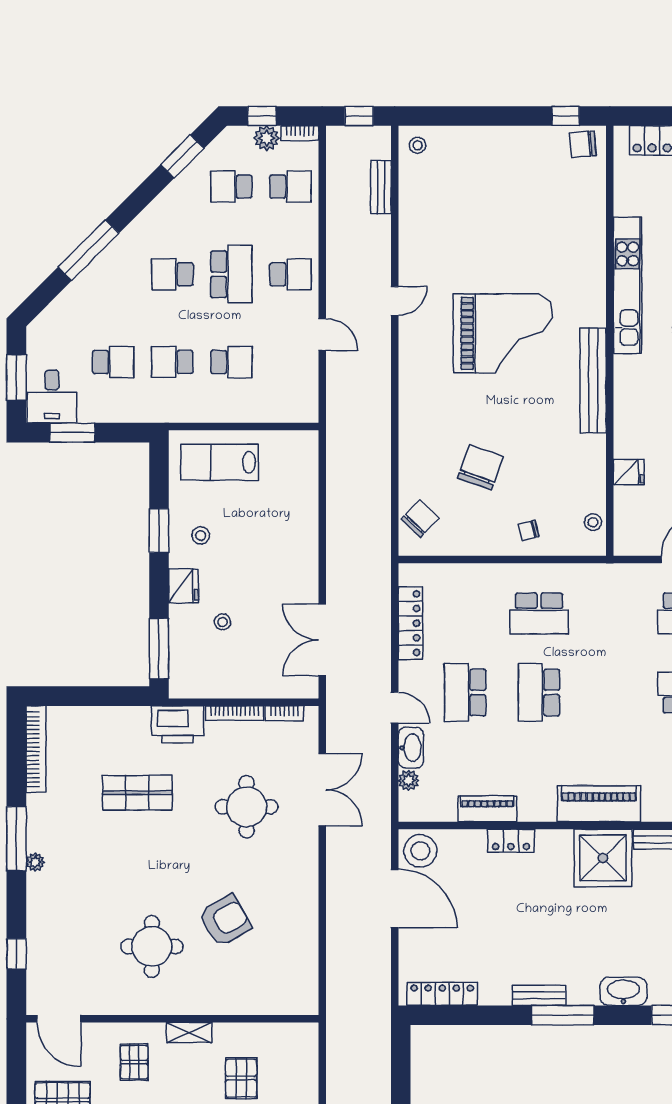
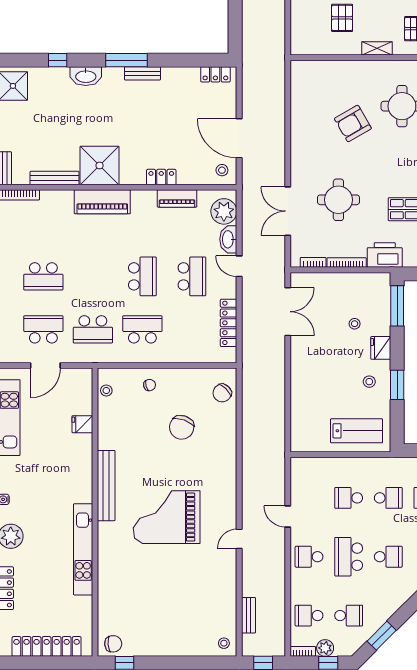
school desk: (613, 613) -> (93, 329), added
plant: (409, 780) -> (224, 211), width x1.87, depth x1.87
stool: (420, 851) -> (222, 170), width x0.53, depth x0.53
locker: (442, 994) -> (215, 74), width x0.66

